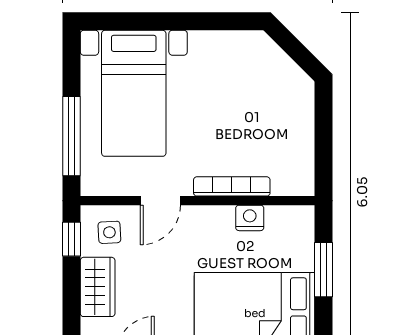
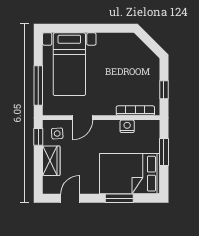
window: (324, 144) -> (164, 90), added
bookcase: (232, 186) -> (135, 111), moved

